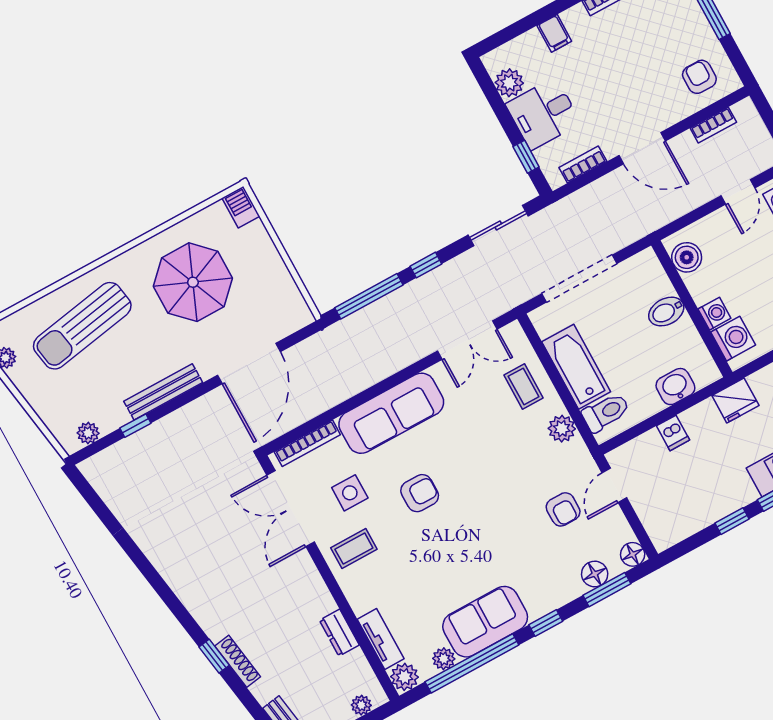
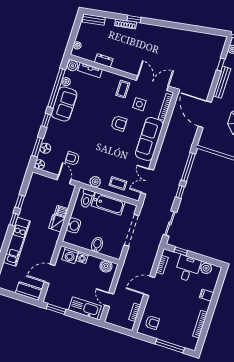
fridge: (735, 400) -> (57, 223), moved
armchair: (420, 493) -> (119, 123), turned -90

